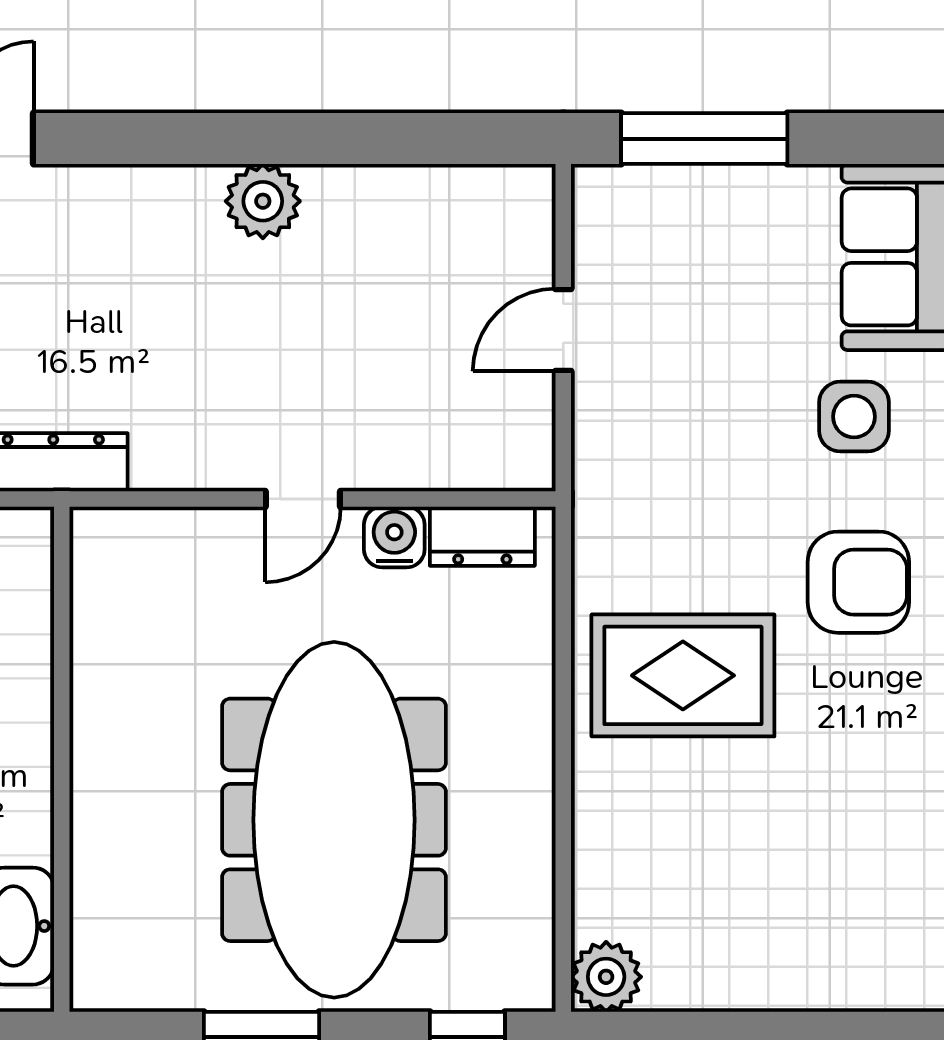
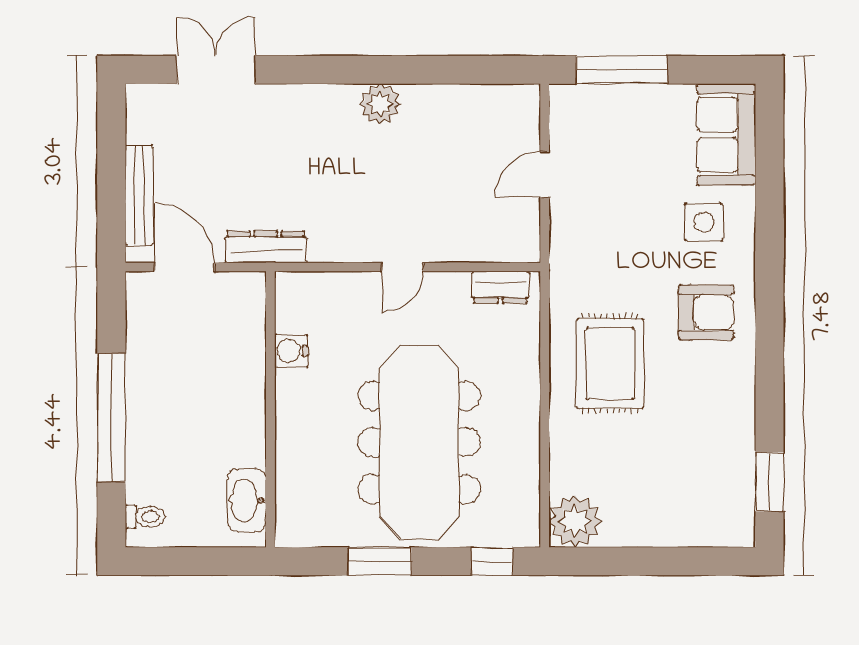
water cooler: (394, 537) -> (291, 351), moved, turned -90
rug: (683, 675) -> (610, 363), turned 90
plant: (606, 977) -> (575, 521), width x1.36, depth x1.36

